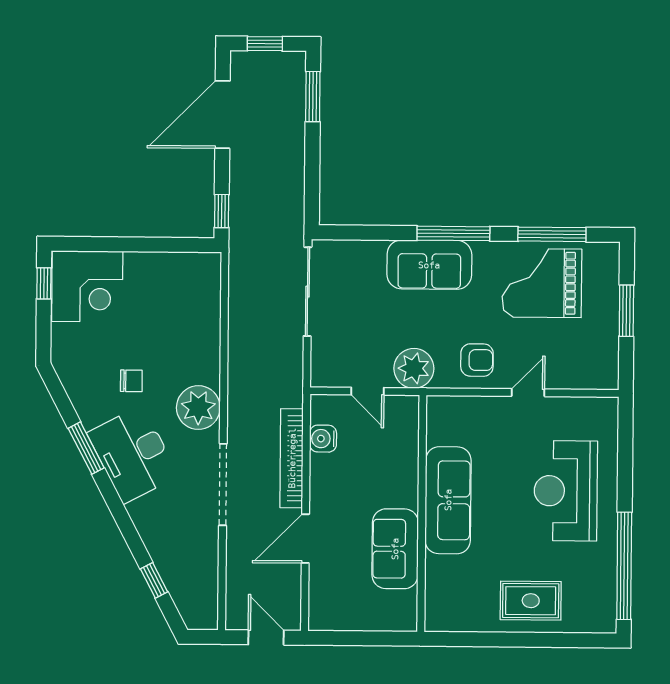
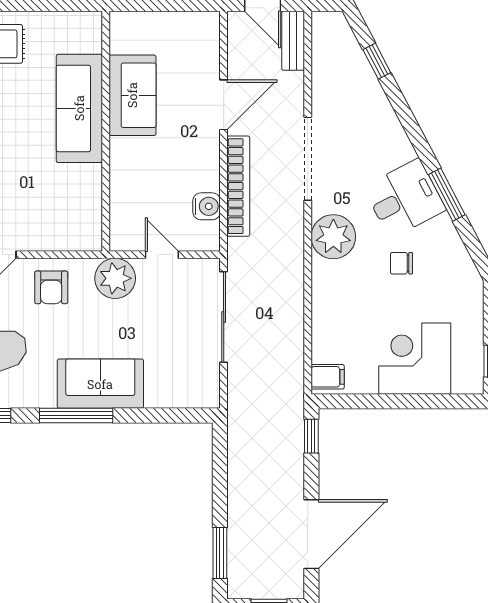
filing cabinet: (205, 269) -> (328, 377), added
corner desk: (87, 286) -> (415, 359), moved
sliding door: (308, 292) -> (224, 317), moved
armchair: (477, 360) -> (51, 287), turned -90
desk: (133, 454) -> (404, 199), width x0.73
sofa: (448, 500) -> (79, 108), moved
bench: (236, 601) -> (293, 41), added

